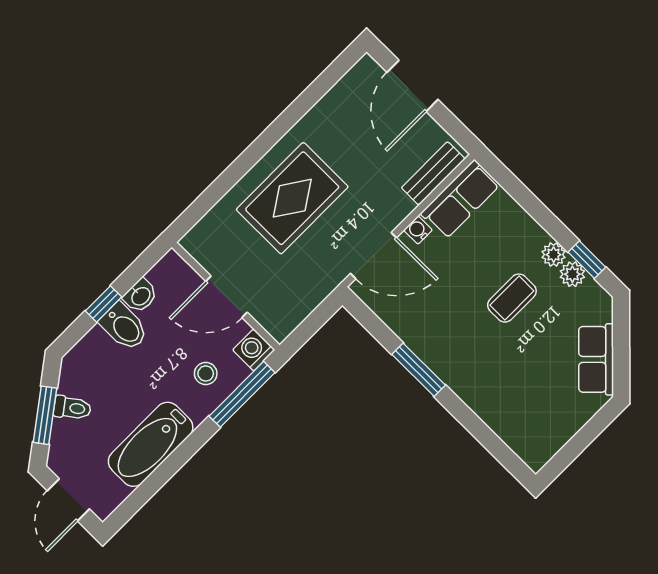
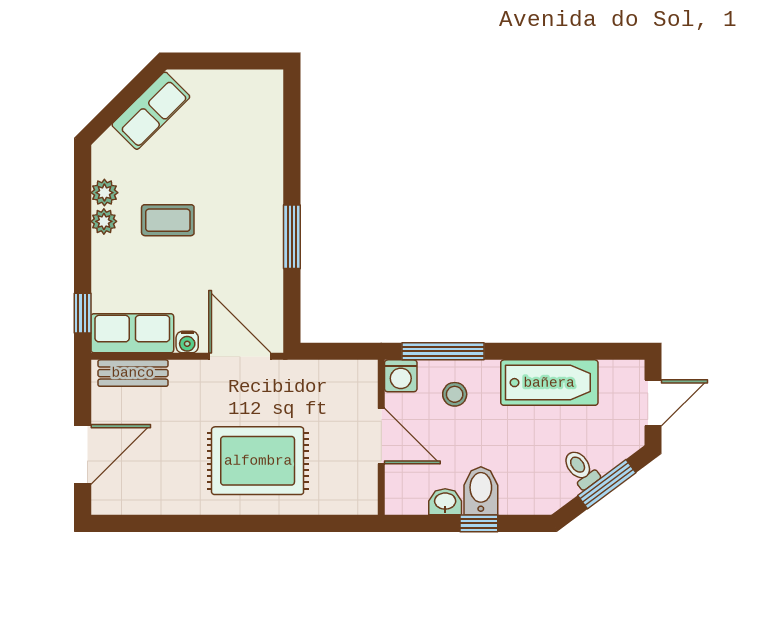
window: (587, 260) -> (83, 313), moved

